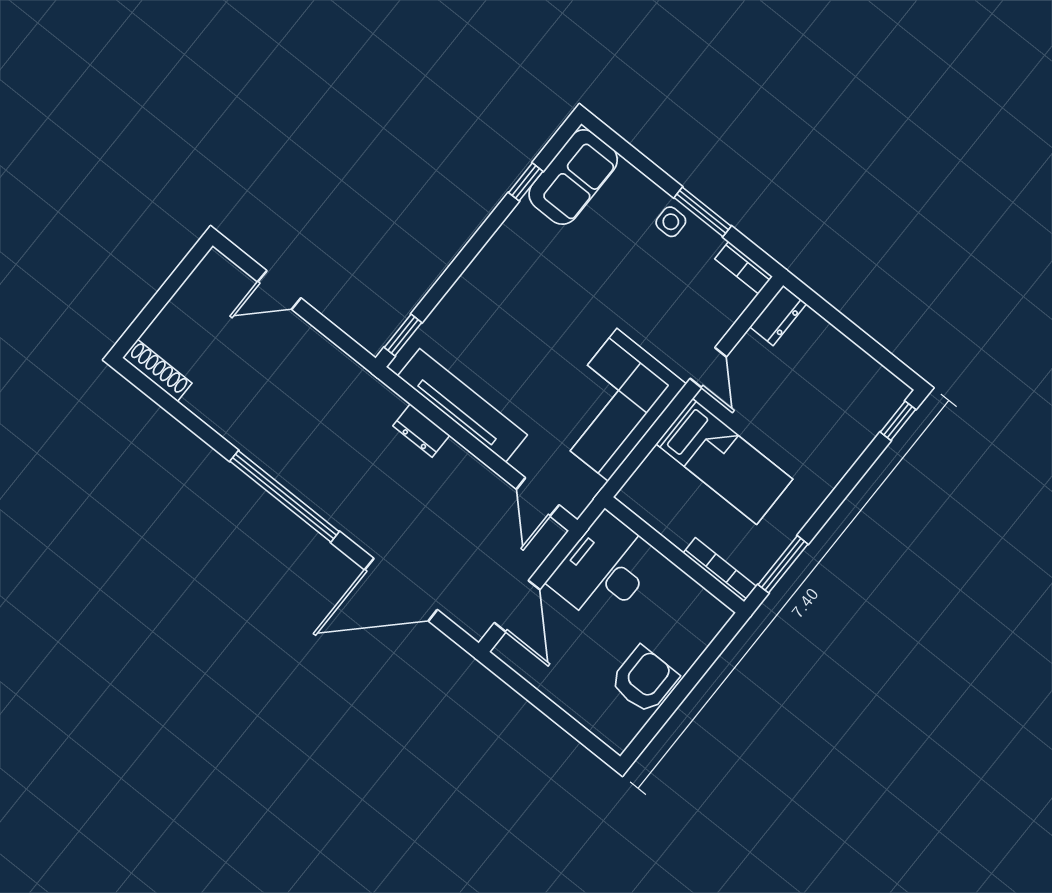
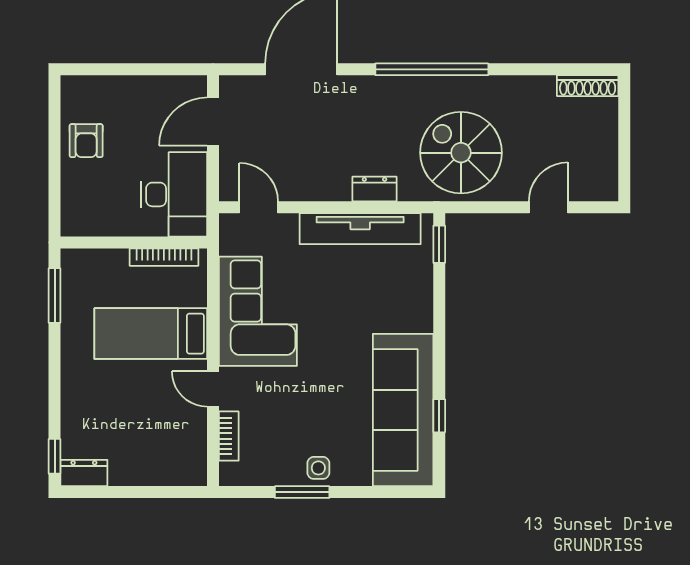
sofa: (573, 177) -> (403, 410), width x1.85, depth x1.27
bookcase: (744, 268) -> (229, 436), moved, turned 90
dresser: (778, 315) -> (84, 473), moved, turned 90
spiral stairs: (318, 401) -> (461, 153), added
bookcase: (720, 570) -> (164, 257), moved
door: (517, 606) -> (213, 122), hinge flipped
armchair: (644, 680) -> (86, 141), width x0.72, depth x0.72

